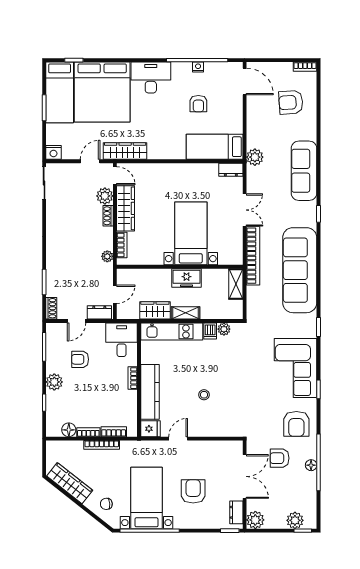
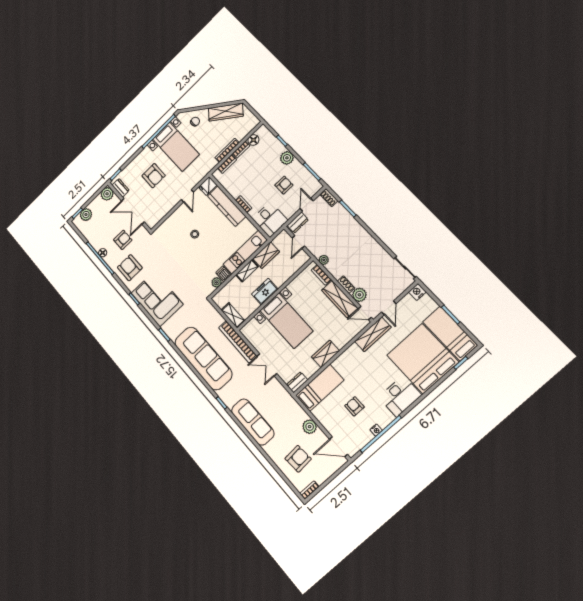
plant: (255, 157) -> (310, 427), moved
wardrobe: (182, 172) -> (325, 354), added

